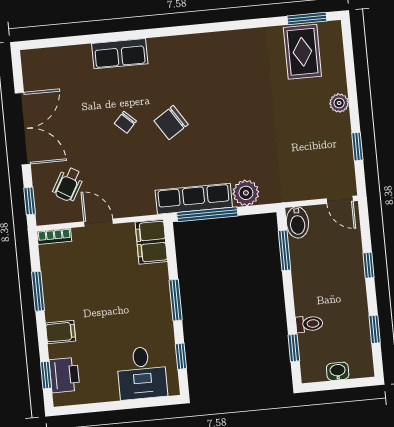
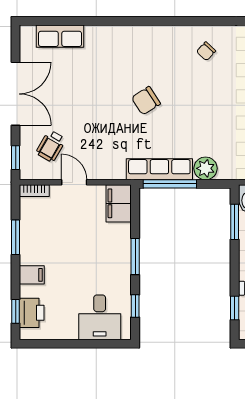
row of seats: (120, 54) -> (60, 36), moved
chair: (125, 122) -> (206, 51), moved

